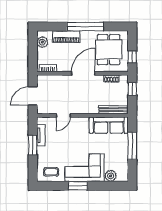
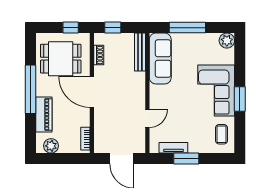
door: (63, 115) -> (147, 118), hinge flipped
plant: (111, 176) -> (227, 41), moved

